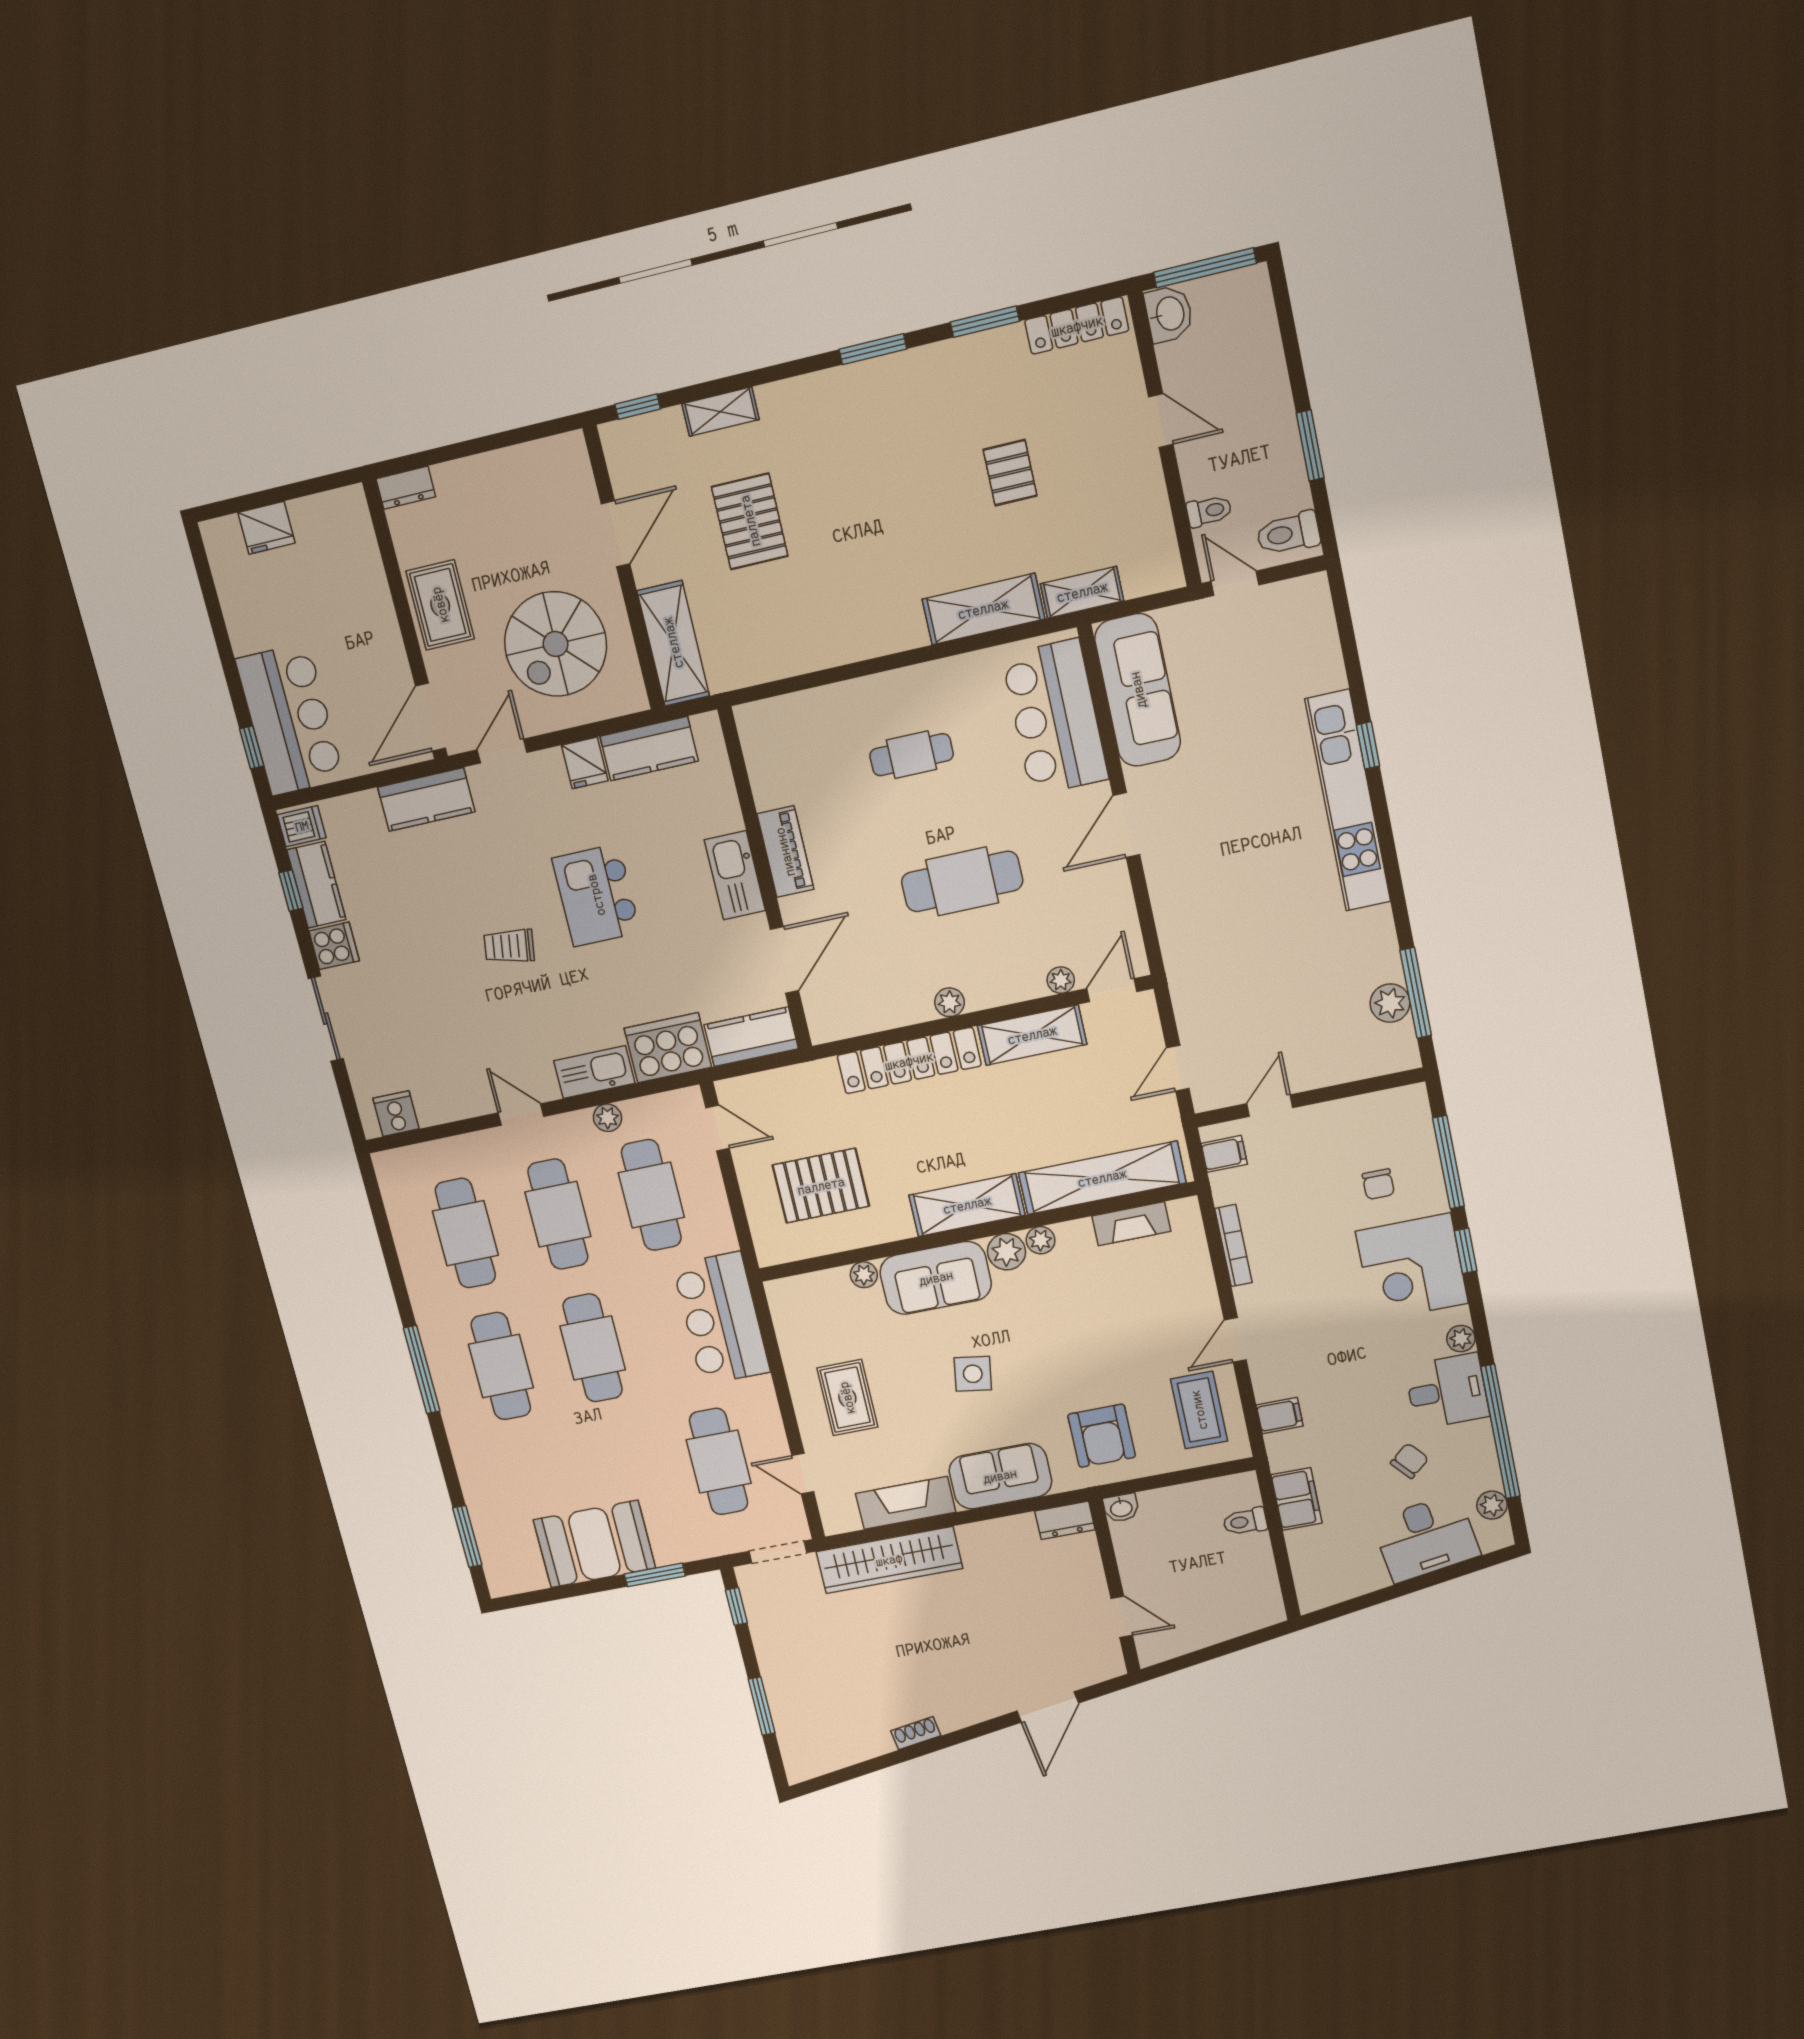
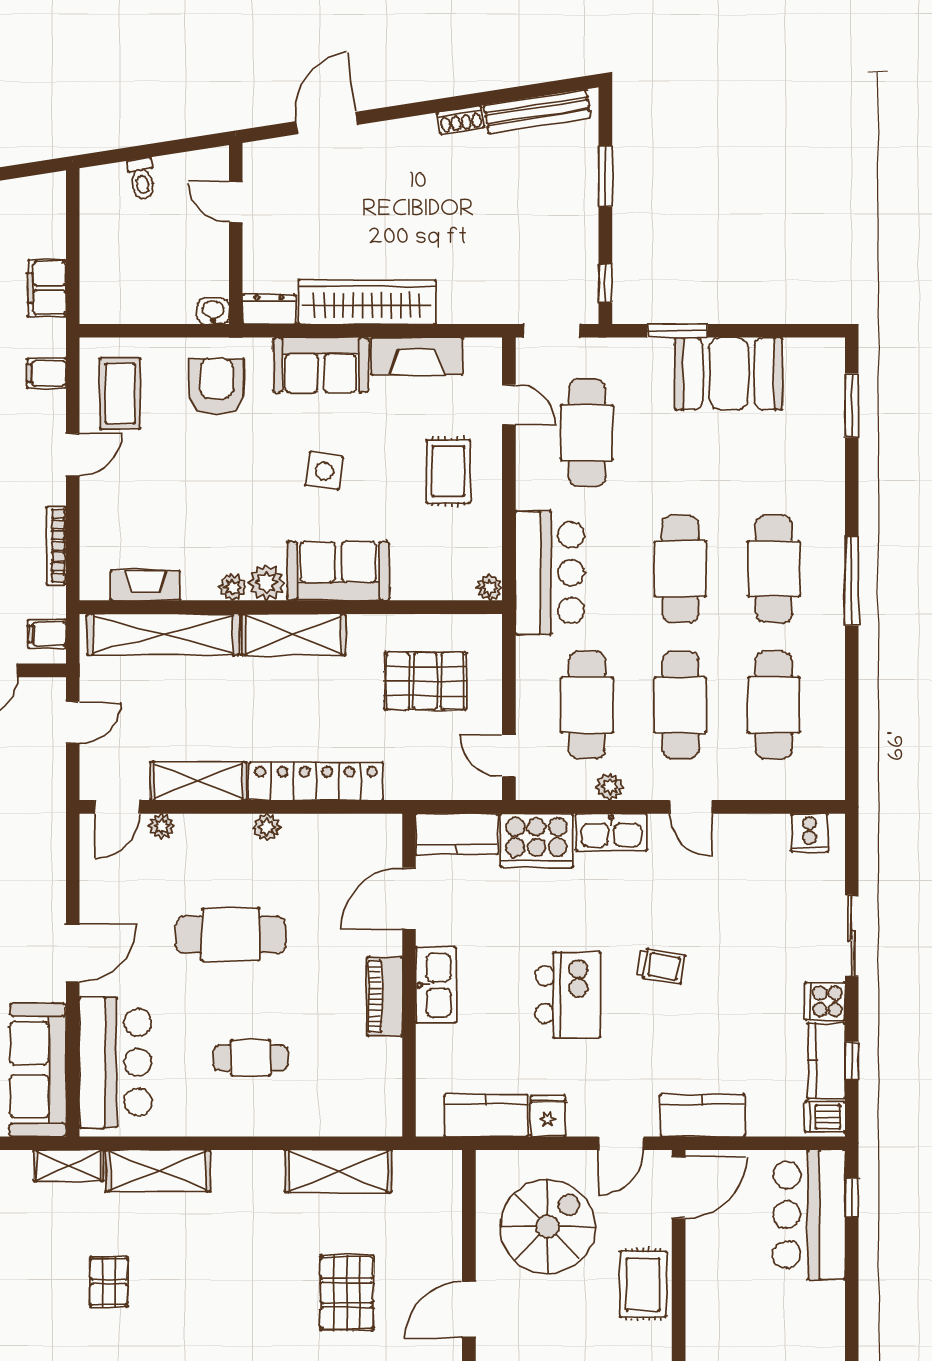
shelving: (673, 643) -> (338, 1171), moved, turned 90
plant: (864, 1275) -> (489, 588), moved
toilet: (1245, 1522) -> (142, 179), moved, turned 81
wardrobe: (889, 1560) -> (367, 302), moved
bench: (843, 1754) -> (537, 112), added

